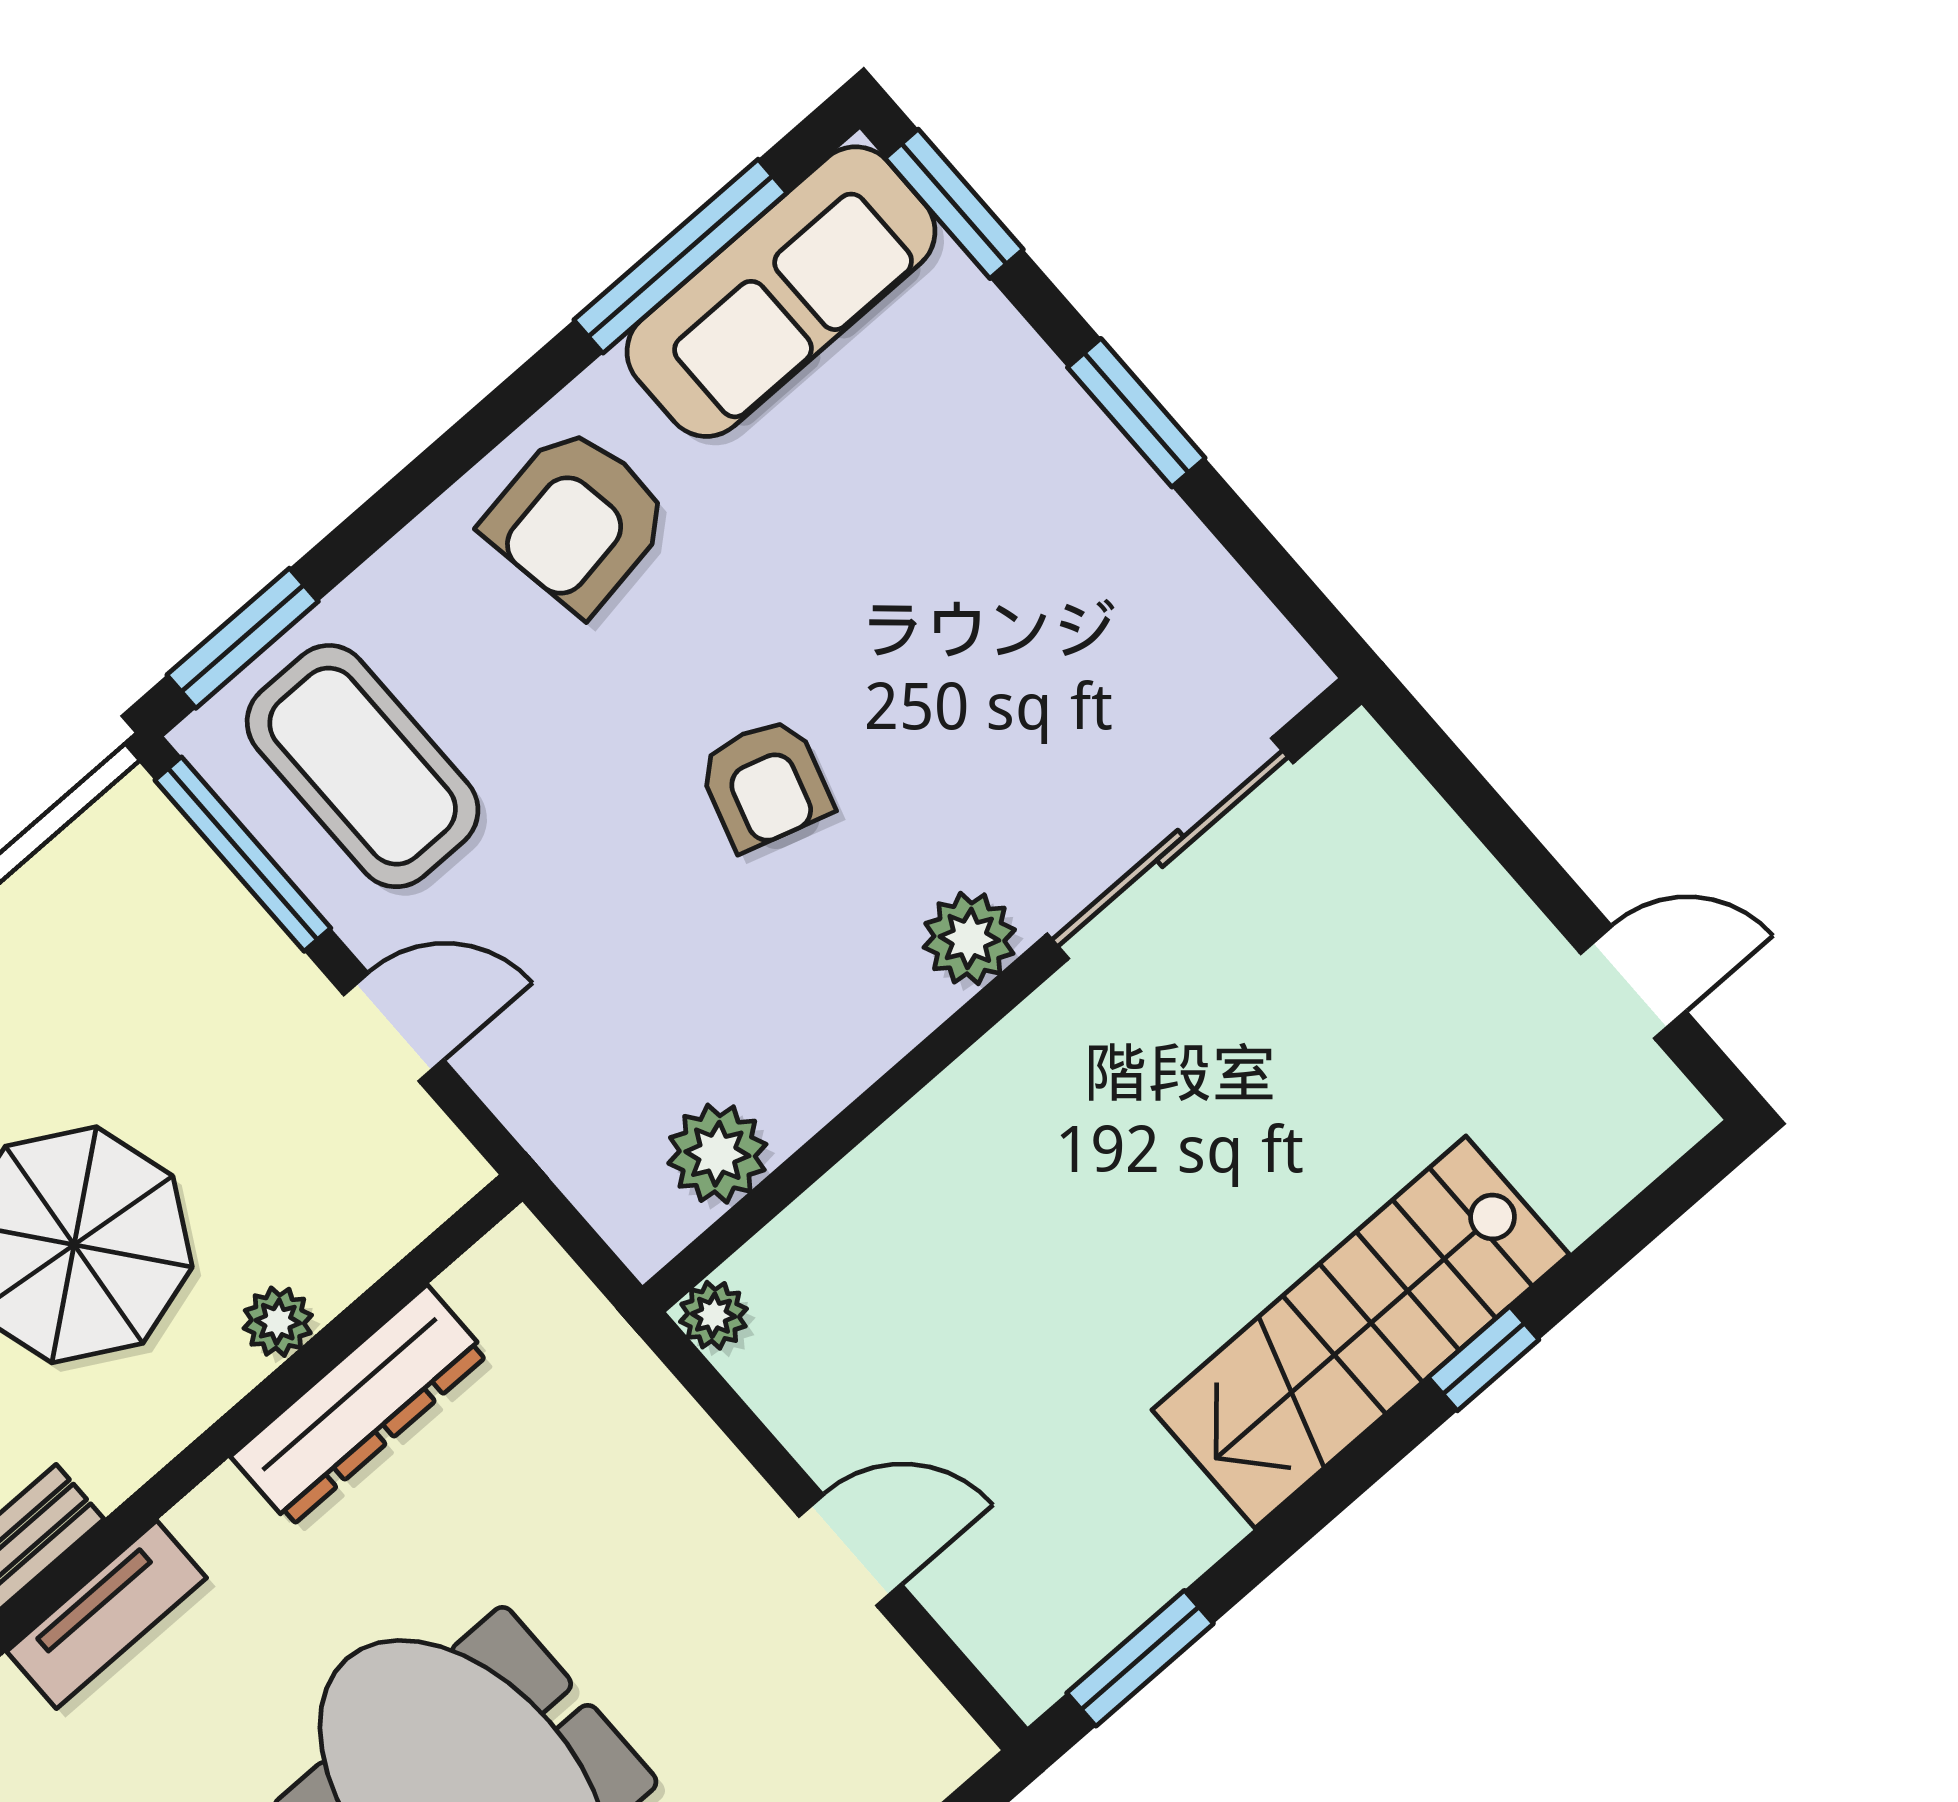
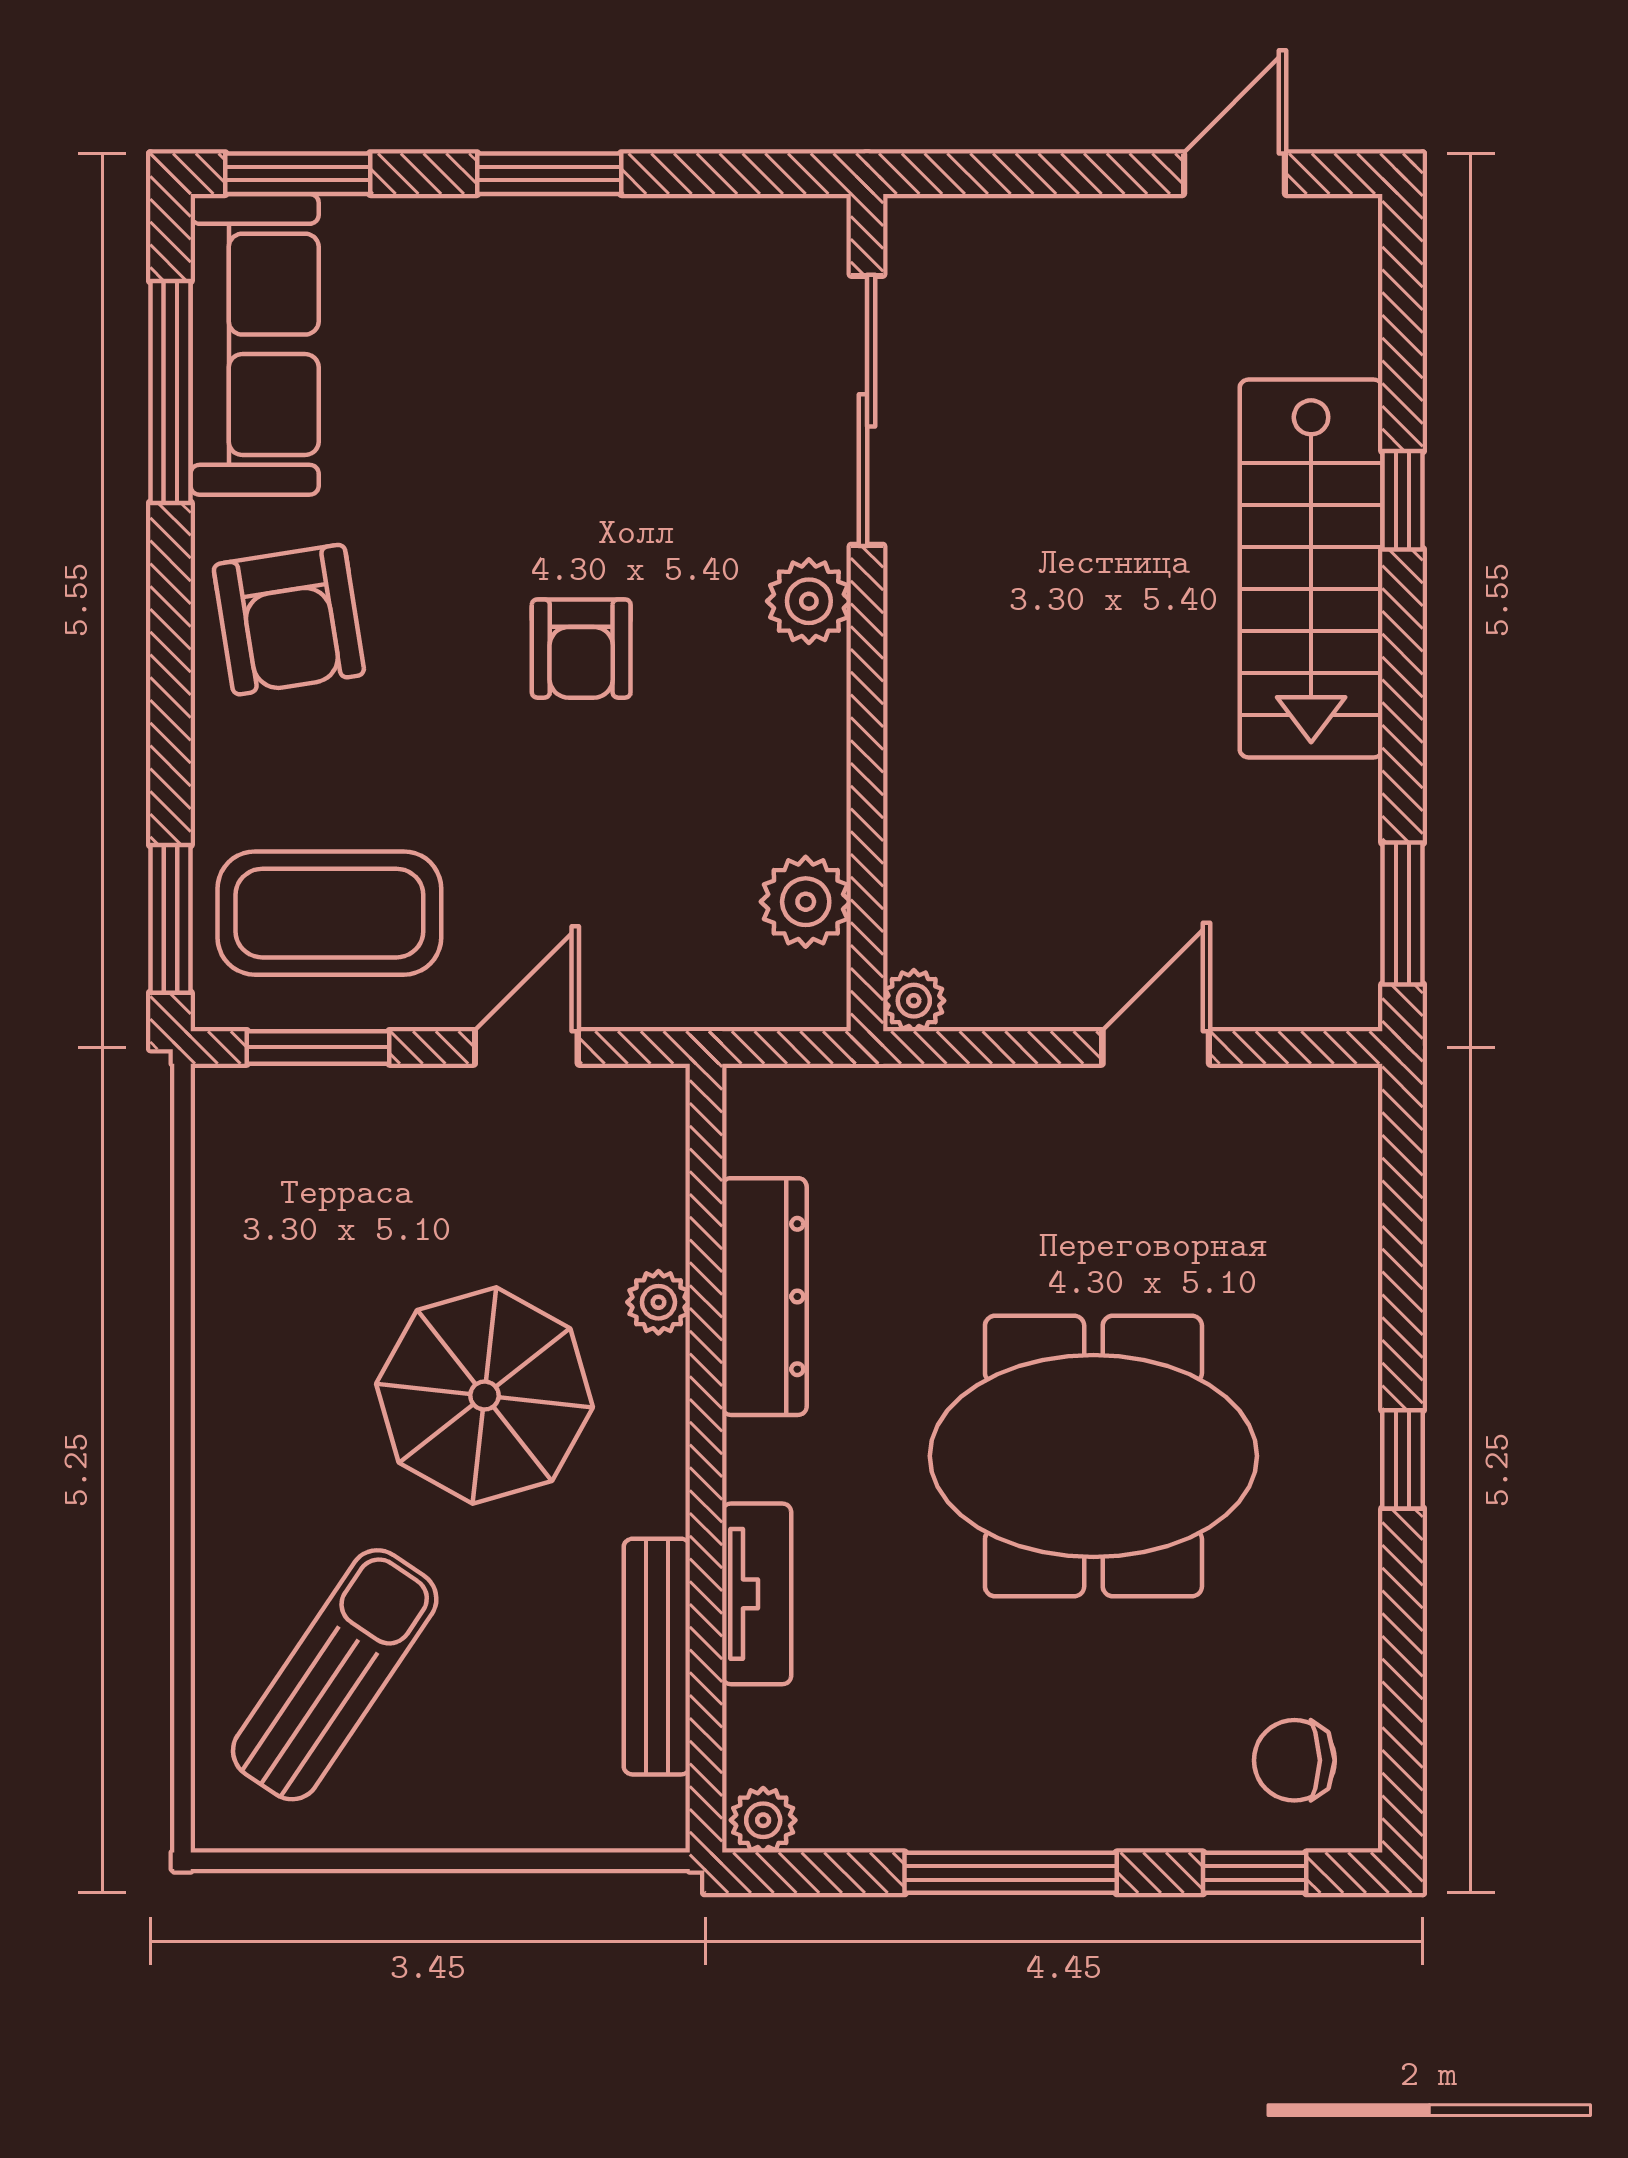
armchair: (765, 784) -> (581, 649), turned 73
window: (243, 854) -> (318, 1047), width x0.69

